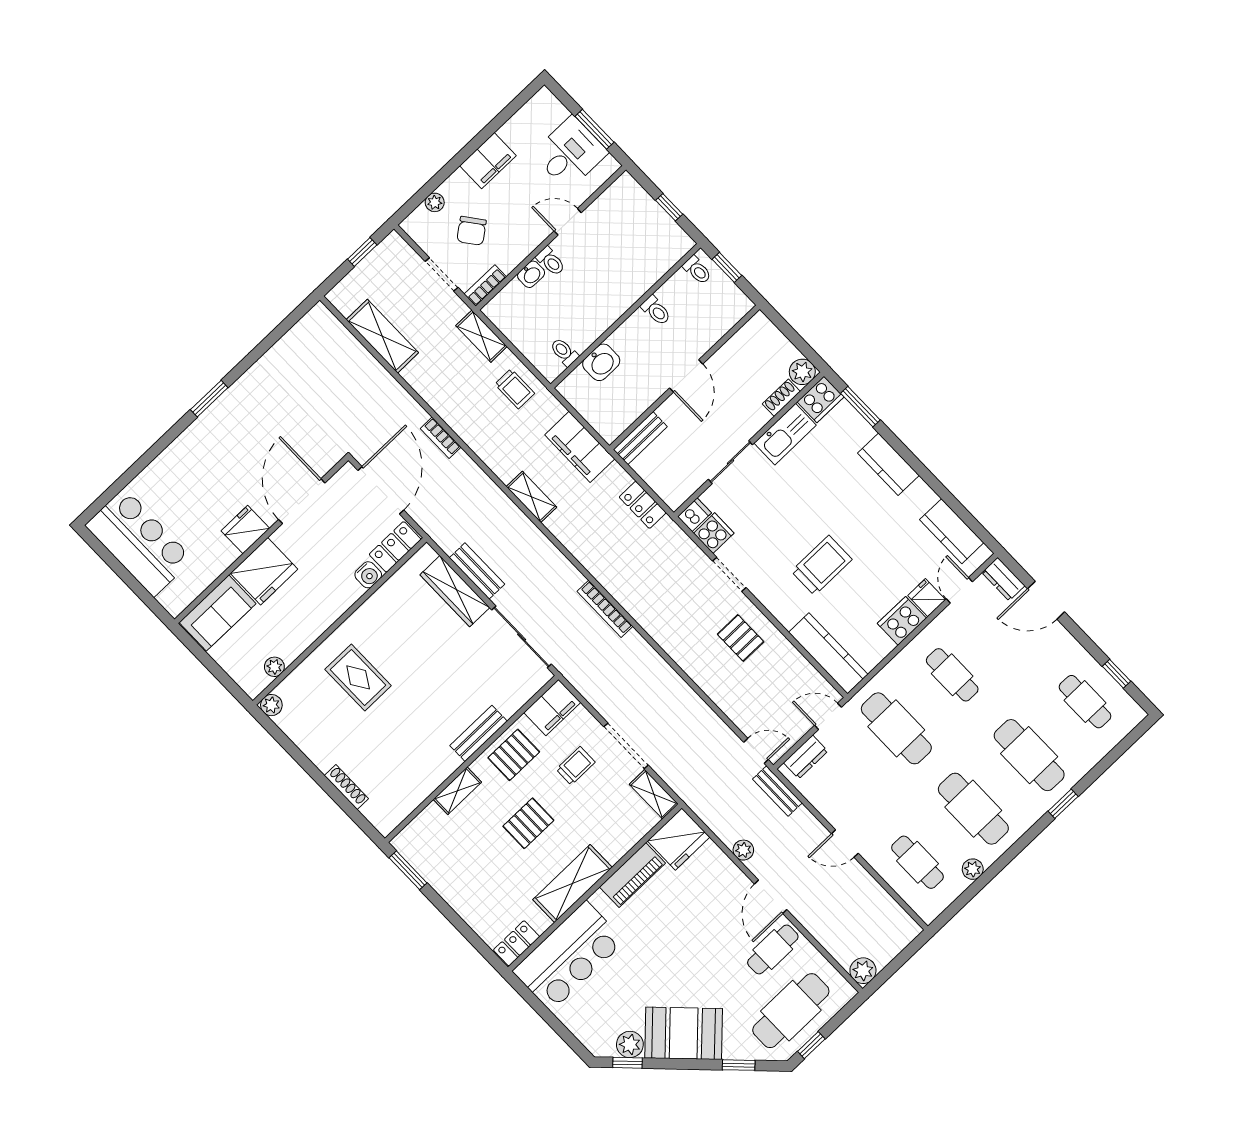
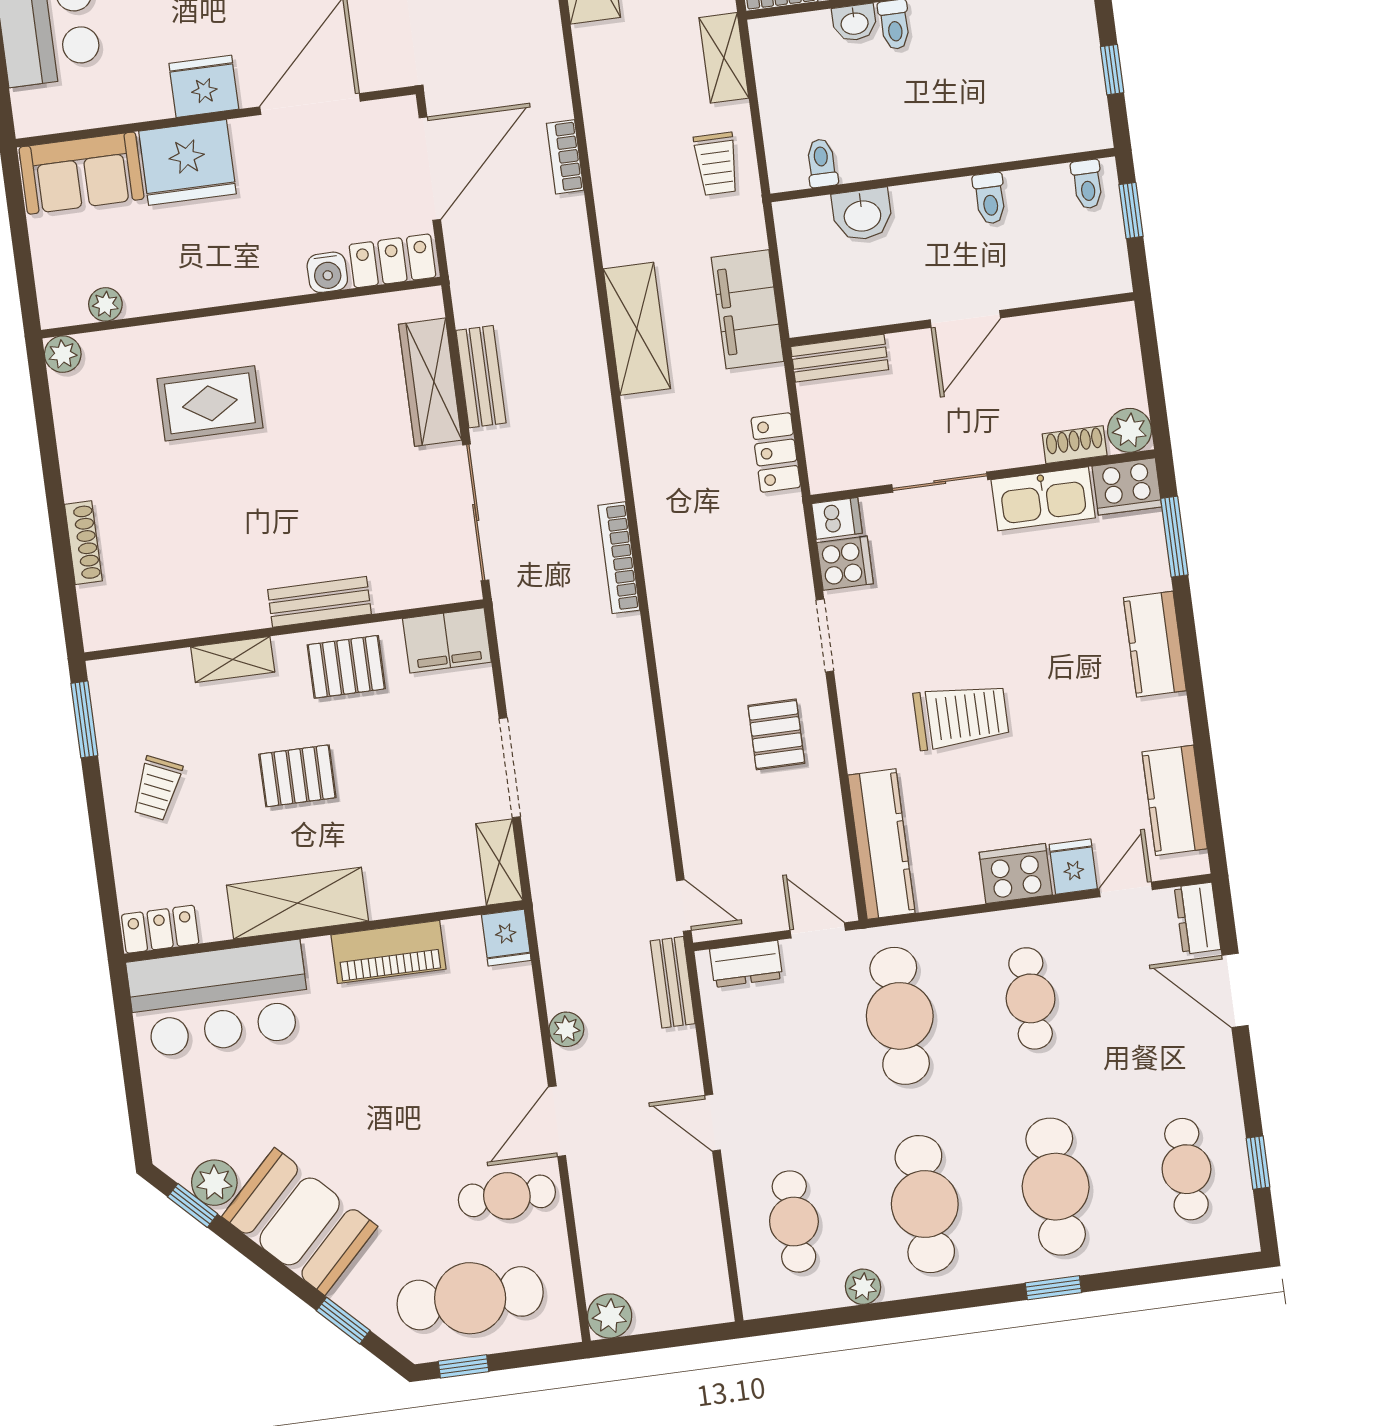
shelving: (531, 497) -> (637, 329), width x1.50, depth x1.33
rug: (358, 677) -> (210, 403), turned 90
trolley: (576, 766) -> (157, 788), moved, turned 114
fridge: (679, 839) -> (506, 938), width x0.53, depth x0.75

